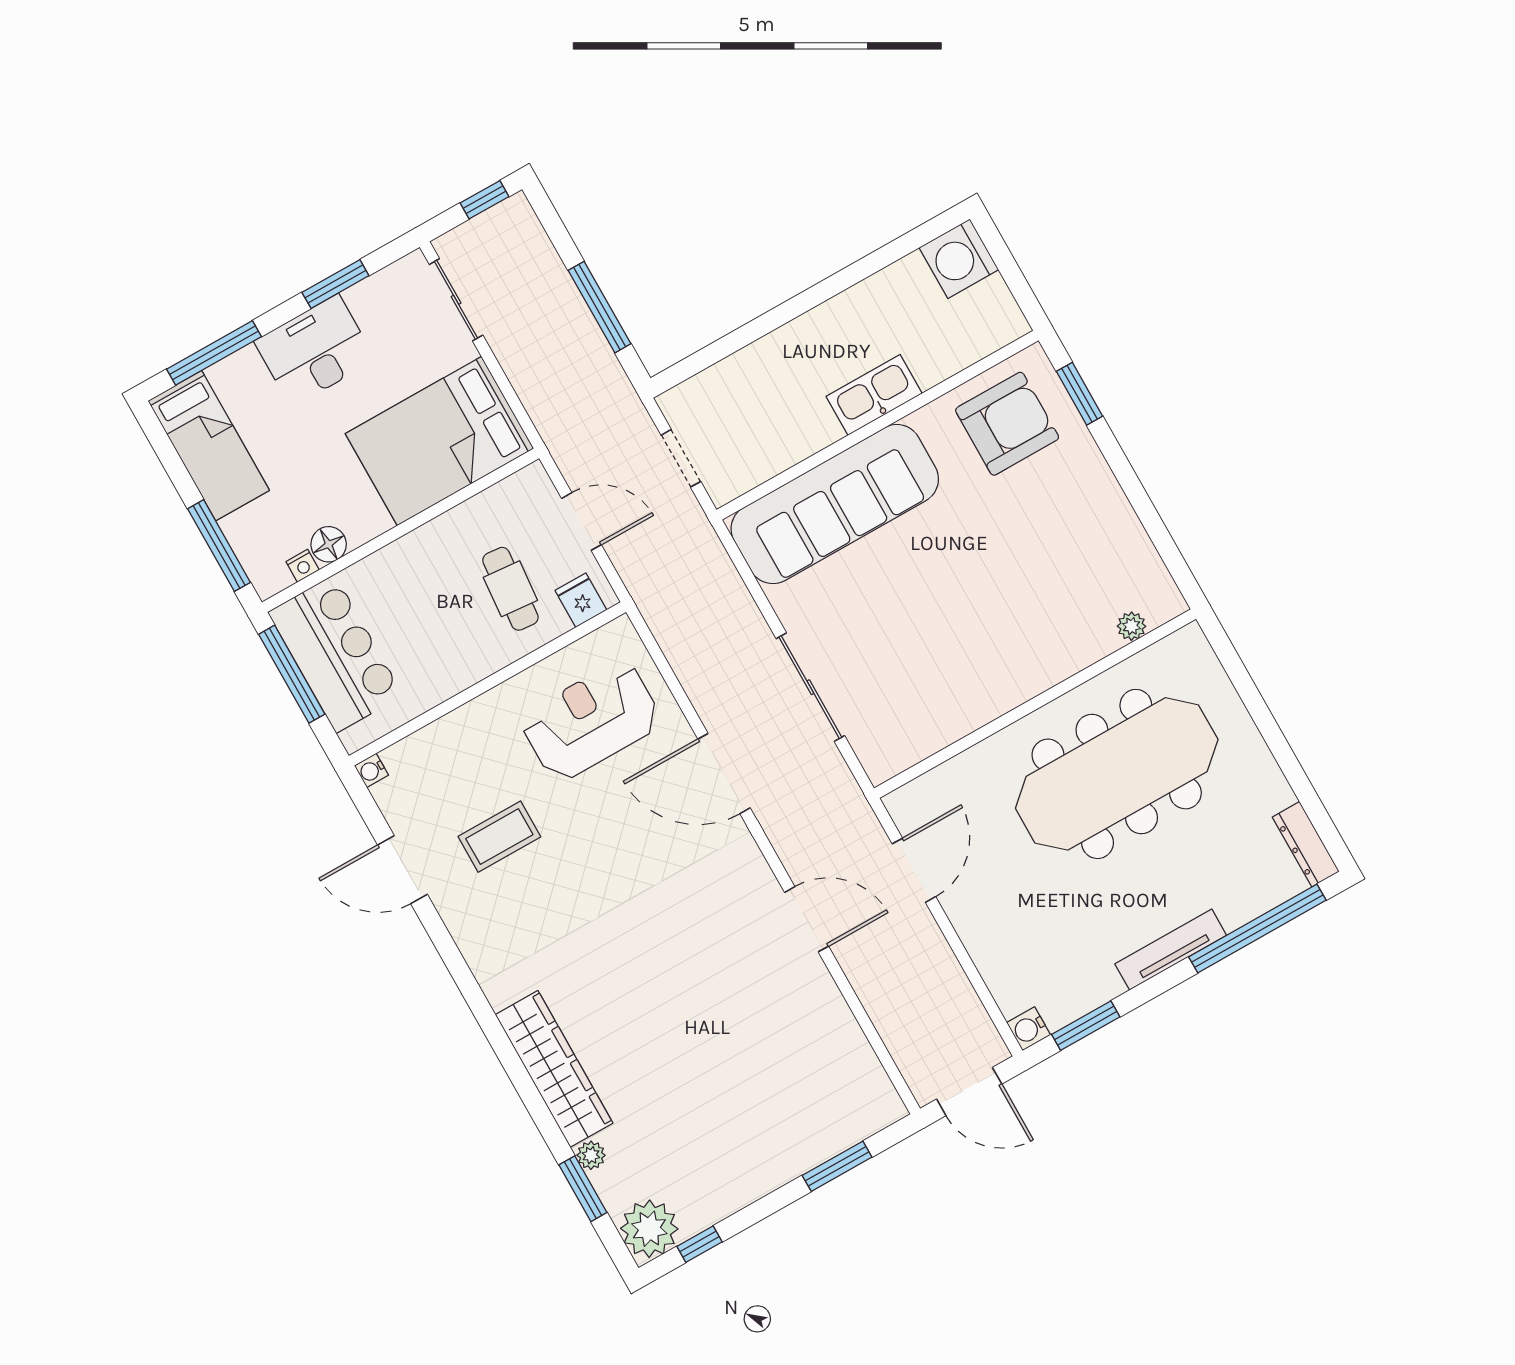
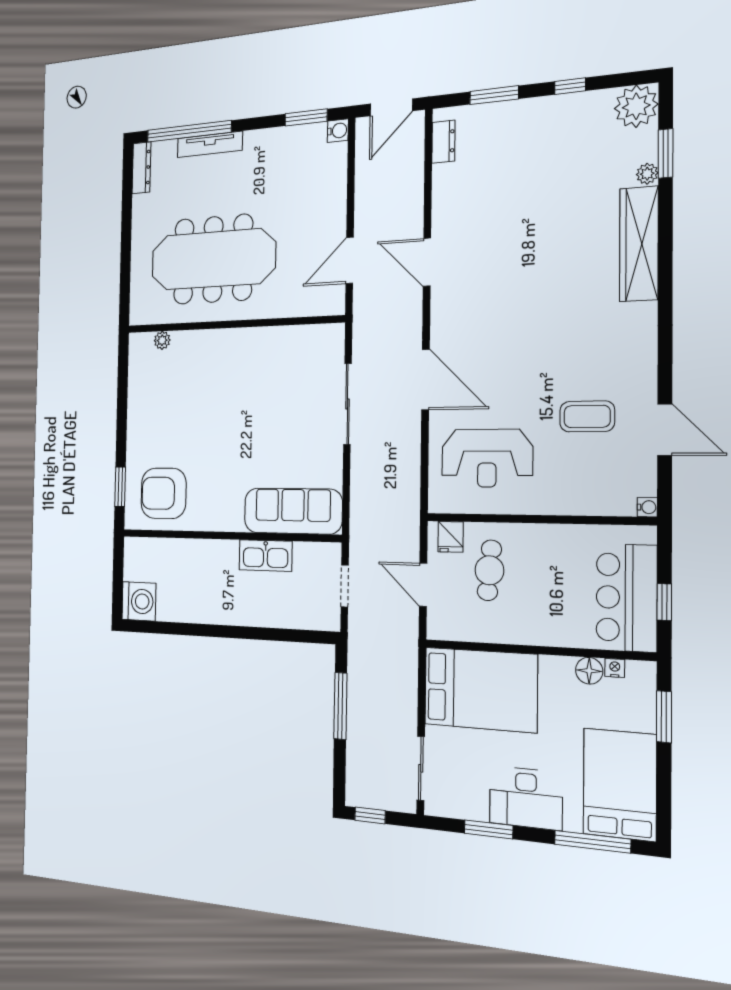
kitchen sink: (874, 395) -> (265, 556), moved
bed: (209, 446) -> (620, 784), width x1.50
sofa: (835, 504) -> (293, 511), width x0.74, depth x0.79
window: (219, 546) -> (664, 717), width x0.69
window: (292, 674) -> (664, 602), width x0.46
tv unit: (1171, 950) -> (210, 144), moved
dresser: (872, 1079) -> (443, 142), added
door: (969, 1092) -> (391, 107), swing flipped
window: (699, 1244) -> (570, 86), moved

